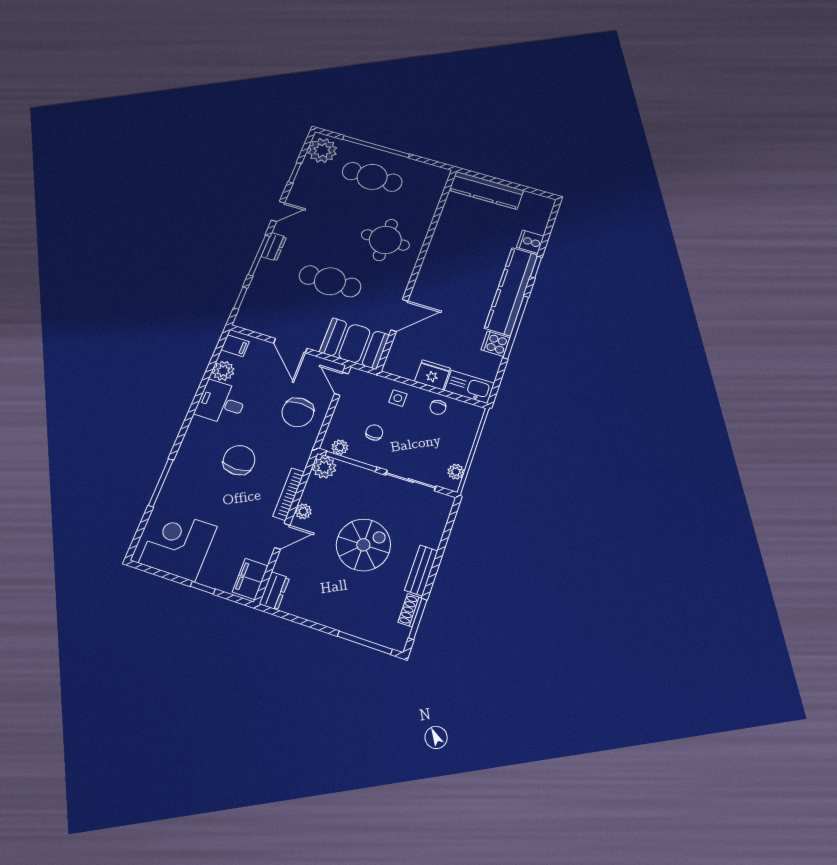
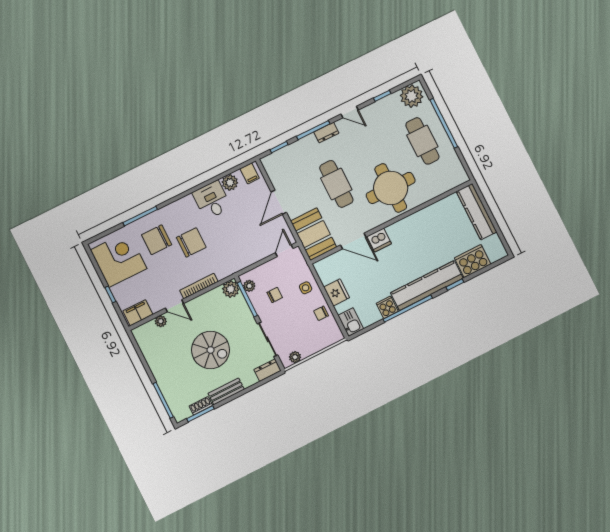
round table: (385, 240) -> (391, 188), width x1.36, depth x1.36
cooker: (530, 242) -> (473, 261), width x1.87, depth x1.31
dishwasher: (423, 293) -> (379, 240), added
kitchen sink: (469, 387) -> (351, 322), width x0.73
chair: (298, 412) -> (157, 240), moved
plant: (303, 511) -> (161, 321), moved
dresser: (274, 591) -> (267, 370), moved, turned 180

